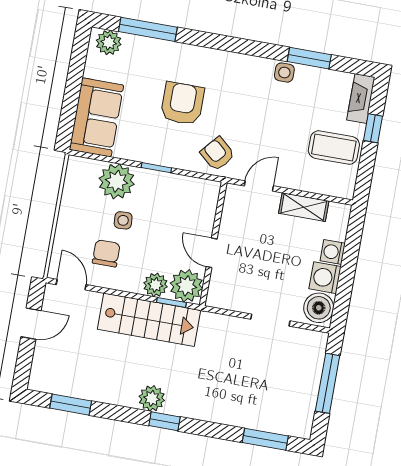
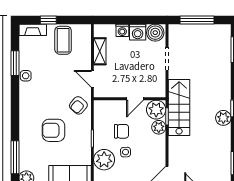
chair: (106, 253) -> (122, 131), moved, turned 180
stairs: (149, 320) -> (179, 107), moved

